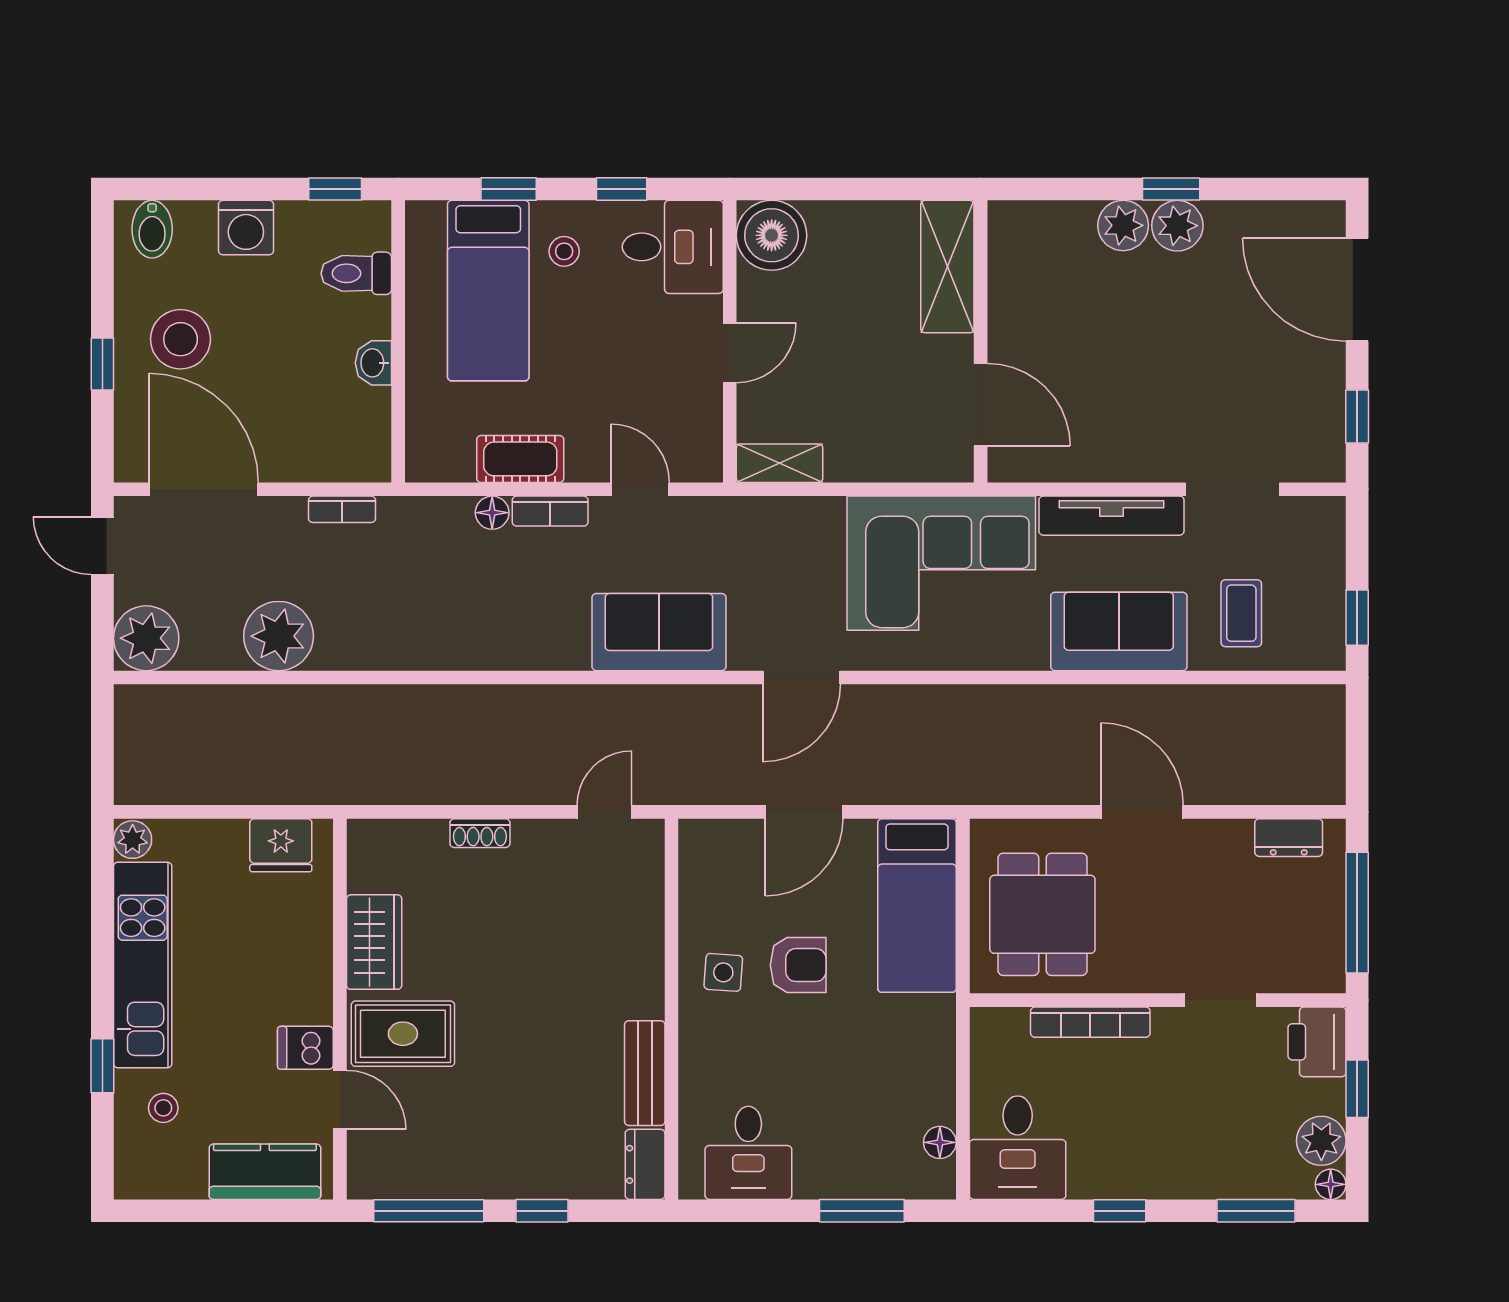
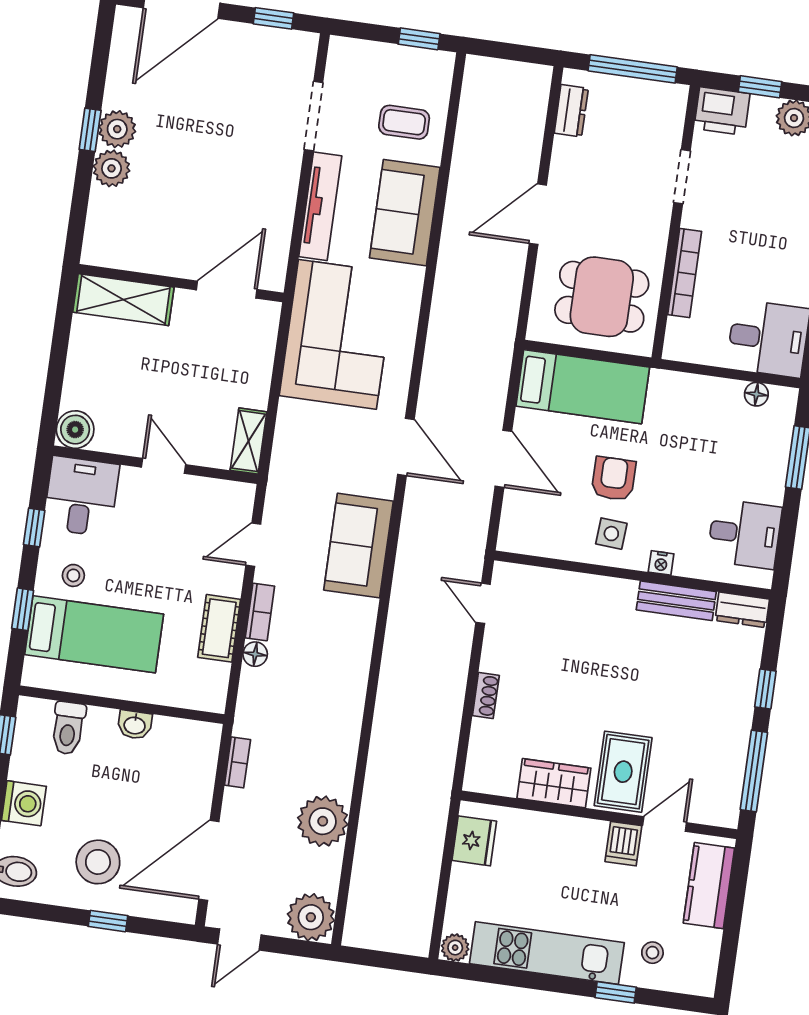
boiler: (772, 235) -> (75, 430), width x0.73, depth x0.73
nightstand: (693, 1045) -> (661, 563), added

